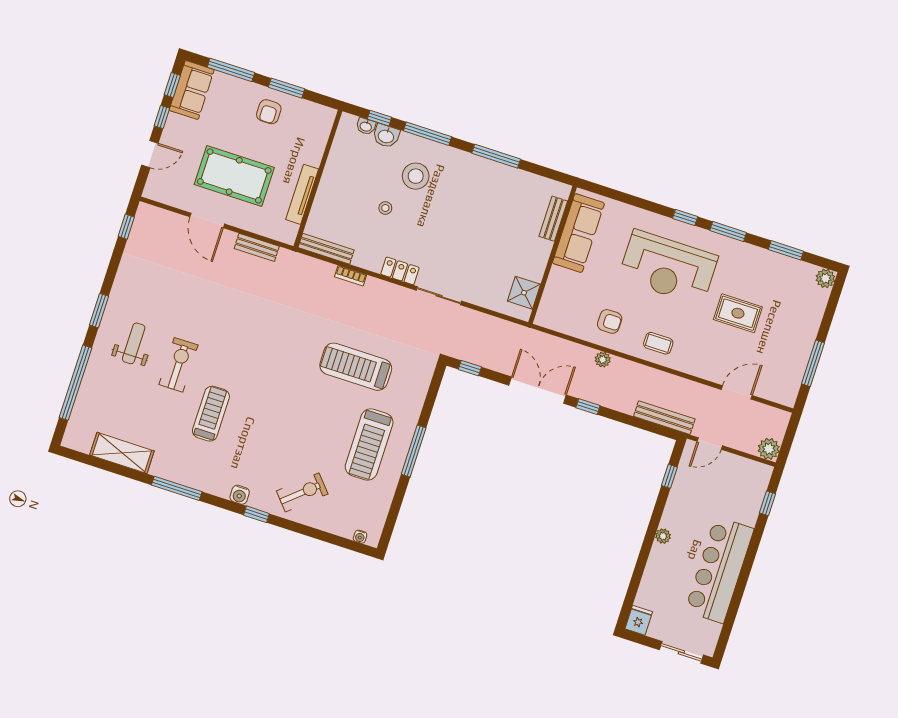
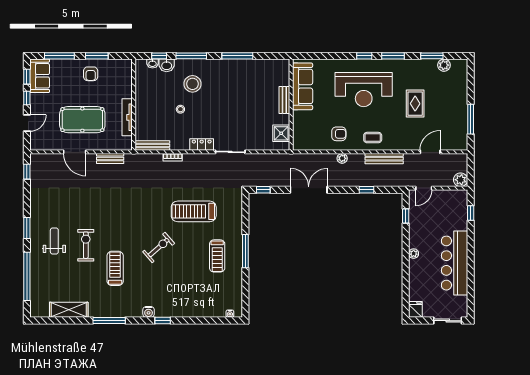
bench: (553, 219) -> (284, 100), moved
plant: (825, 278) -> (444, 65), moved
rug: (738, 313) -> (415, 104), turned 90
window: (588, 407) -> (366, 190), moved
bench: (664, 418) -> (384, 159), moved
treadmill: (369, 444) -> (217, 256), width x0.73, depth x0.73
exercise bike: (302, 492) -> (159, 248), moved

